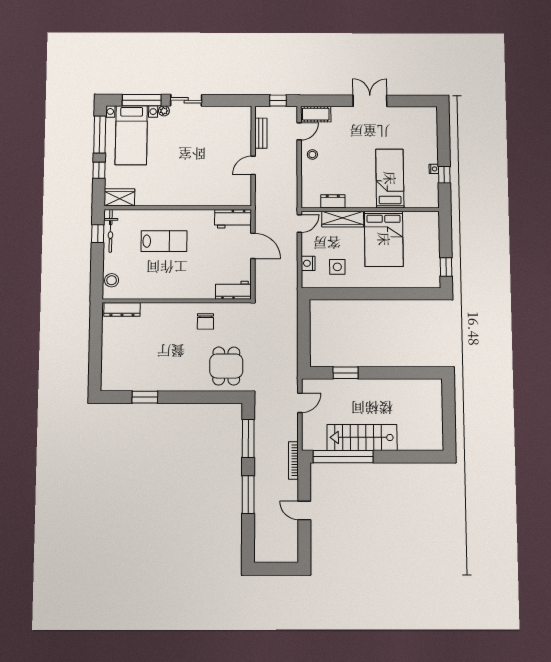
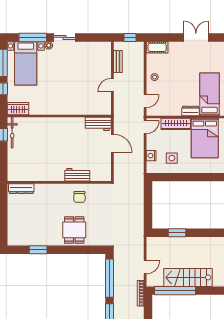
door: (299, 131) -> (145, 101), moved
dresser: (333, 201) -> (190, 111), moved
lab bench: (164, 241) -> (50, 140), removed
stool: (112, 280) -> (14, 168), removed
workbench: (233, 290) -> (77, 175), moved
dining table: (226, 366) -> (74, 230), moved
door: (300, 403) -> (145, 267), moved
window: (248, 438) -> (110, 278), width x1.46

